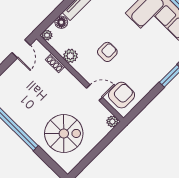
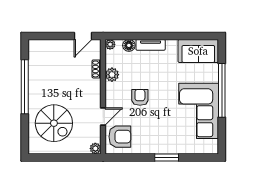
armchair: (107, 52) -> (140, 97), turned -90
door: (95, 93) -> (103, 116), hinge flipped

